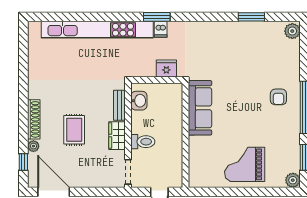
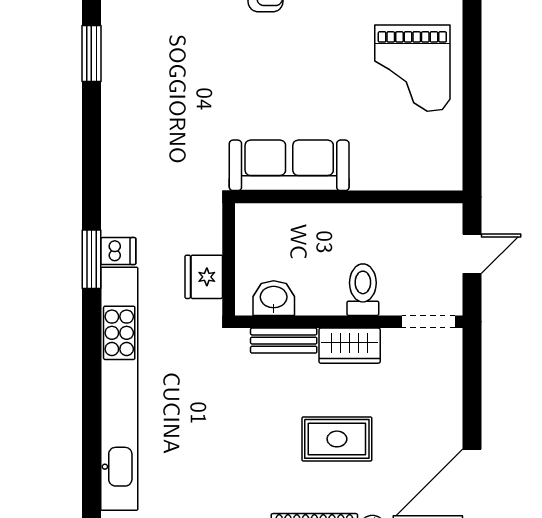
fridge: (166, 69) -> (204, 277), moved

